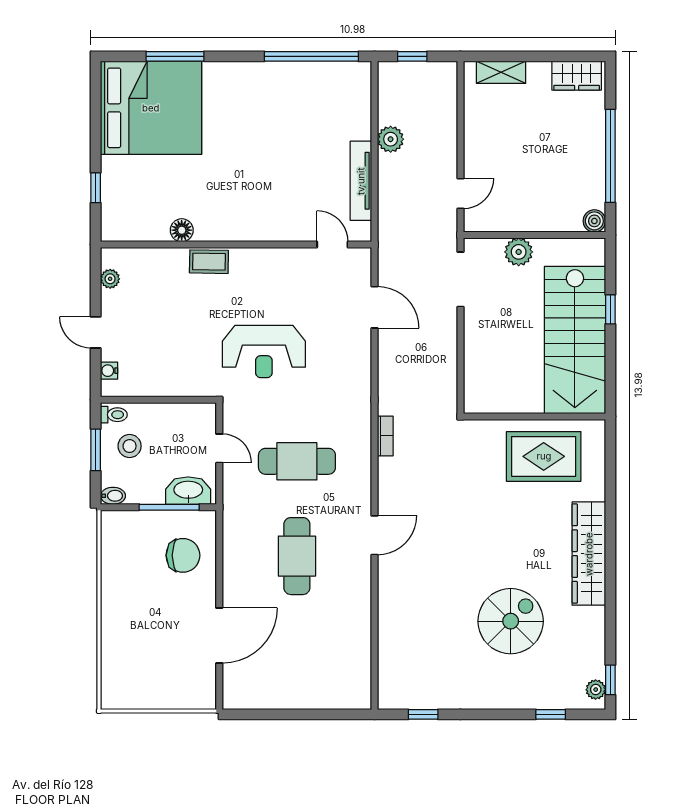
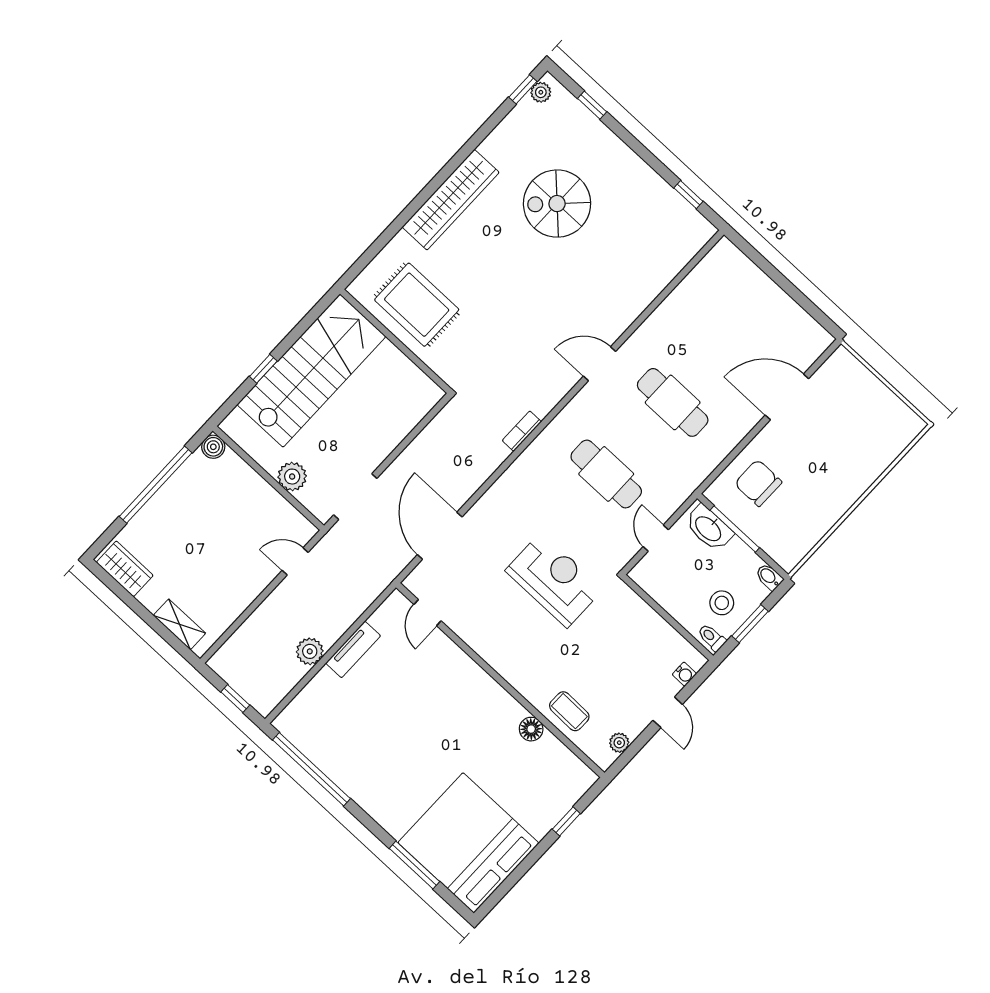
tv unit: (361, 181) -> (353, 649), width x0.71
coffee table: (209, 262) -> (569, 711), moved
door: (375, 307) -> (440, 536), width x1.36
cafe table: (297, 556) -> (673, 402), turned 90

